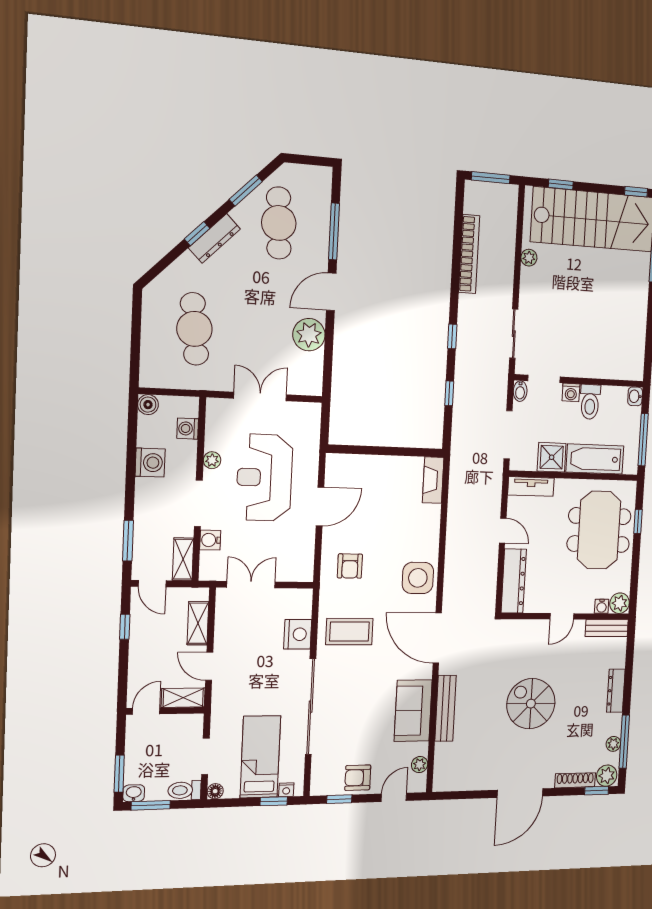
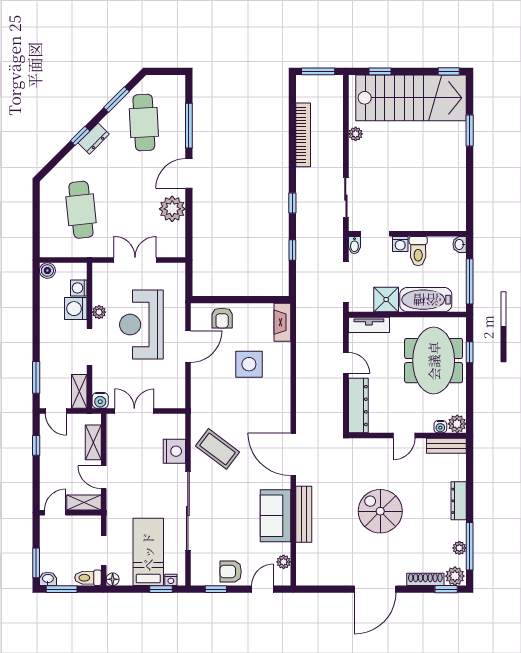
dresser: (214, 238) -> (94, 139), width x0.70
washing machine: (150, 463) -> (76, 309), moved, turned 180
water cooler: (210, 540) -> (100, 400), moved, turned -90
armchair: (350, 566) -> (222, 318), moved
side table: (418, 578) -> (249, 364), moved
coffee table: (349, 632) -> (217, 449), turned 37

